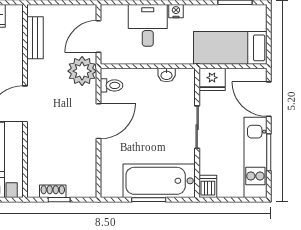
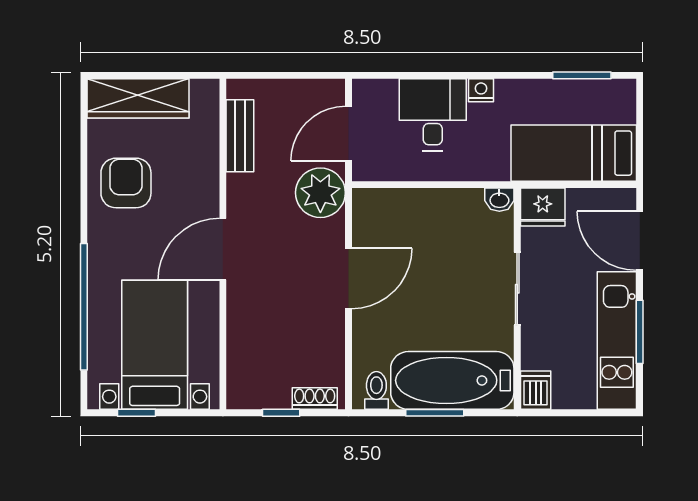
washbasin: (167, 75) -> (499, 200), moved
toilet: (112, 85) -> (376, 390), moved, turned -90
shoe rack: (53, 191) -> (315, 399), moved

